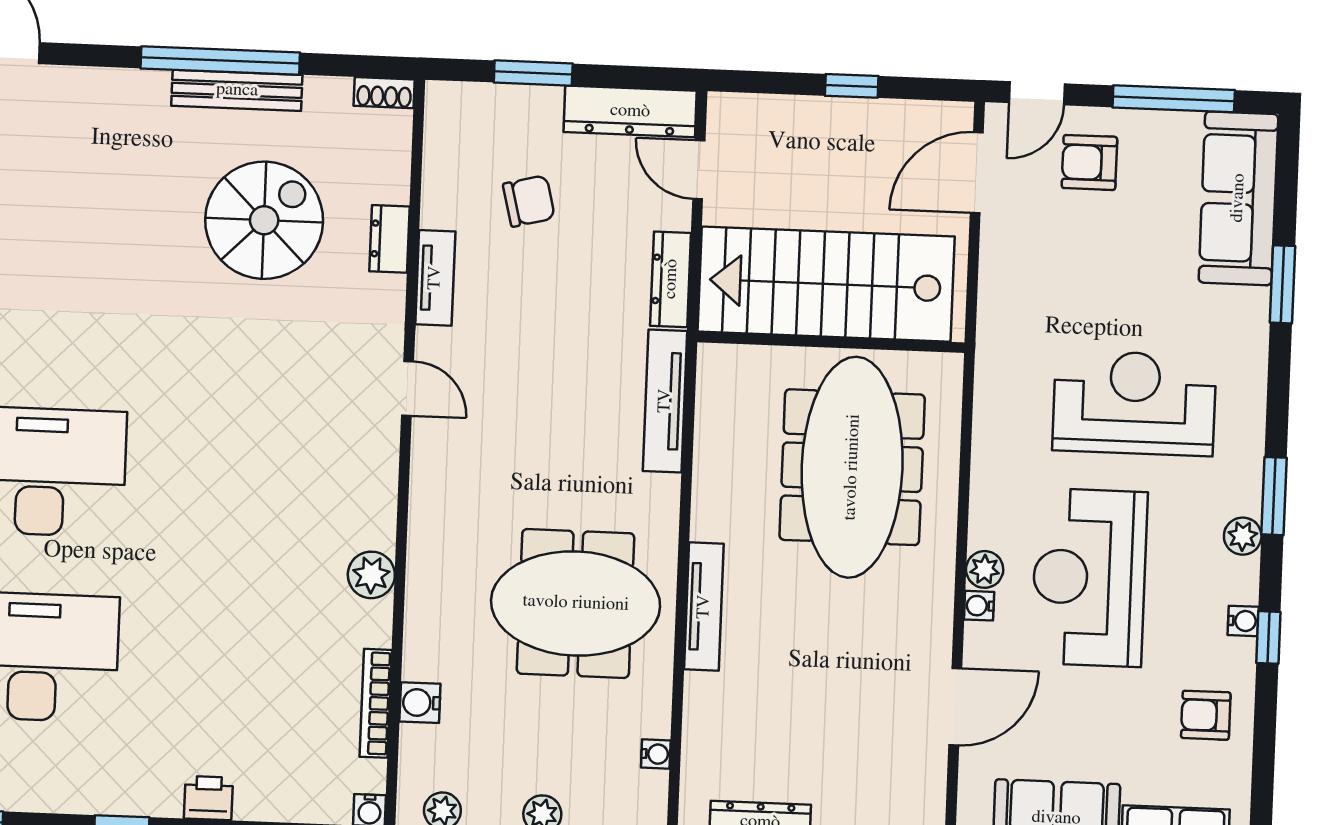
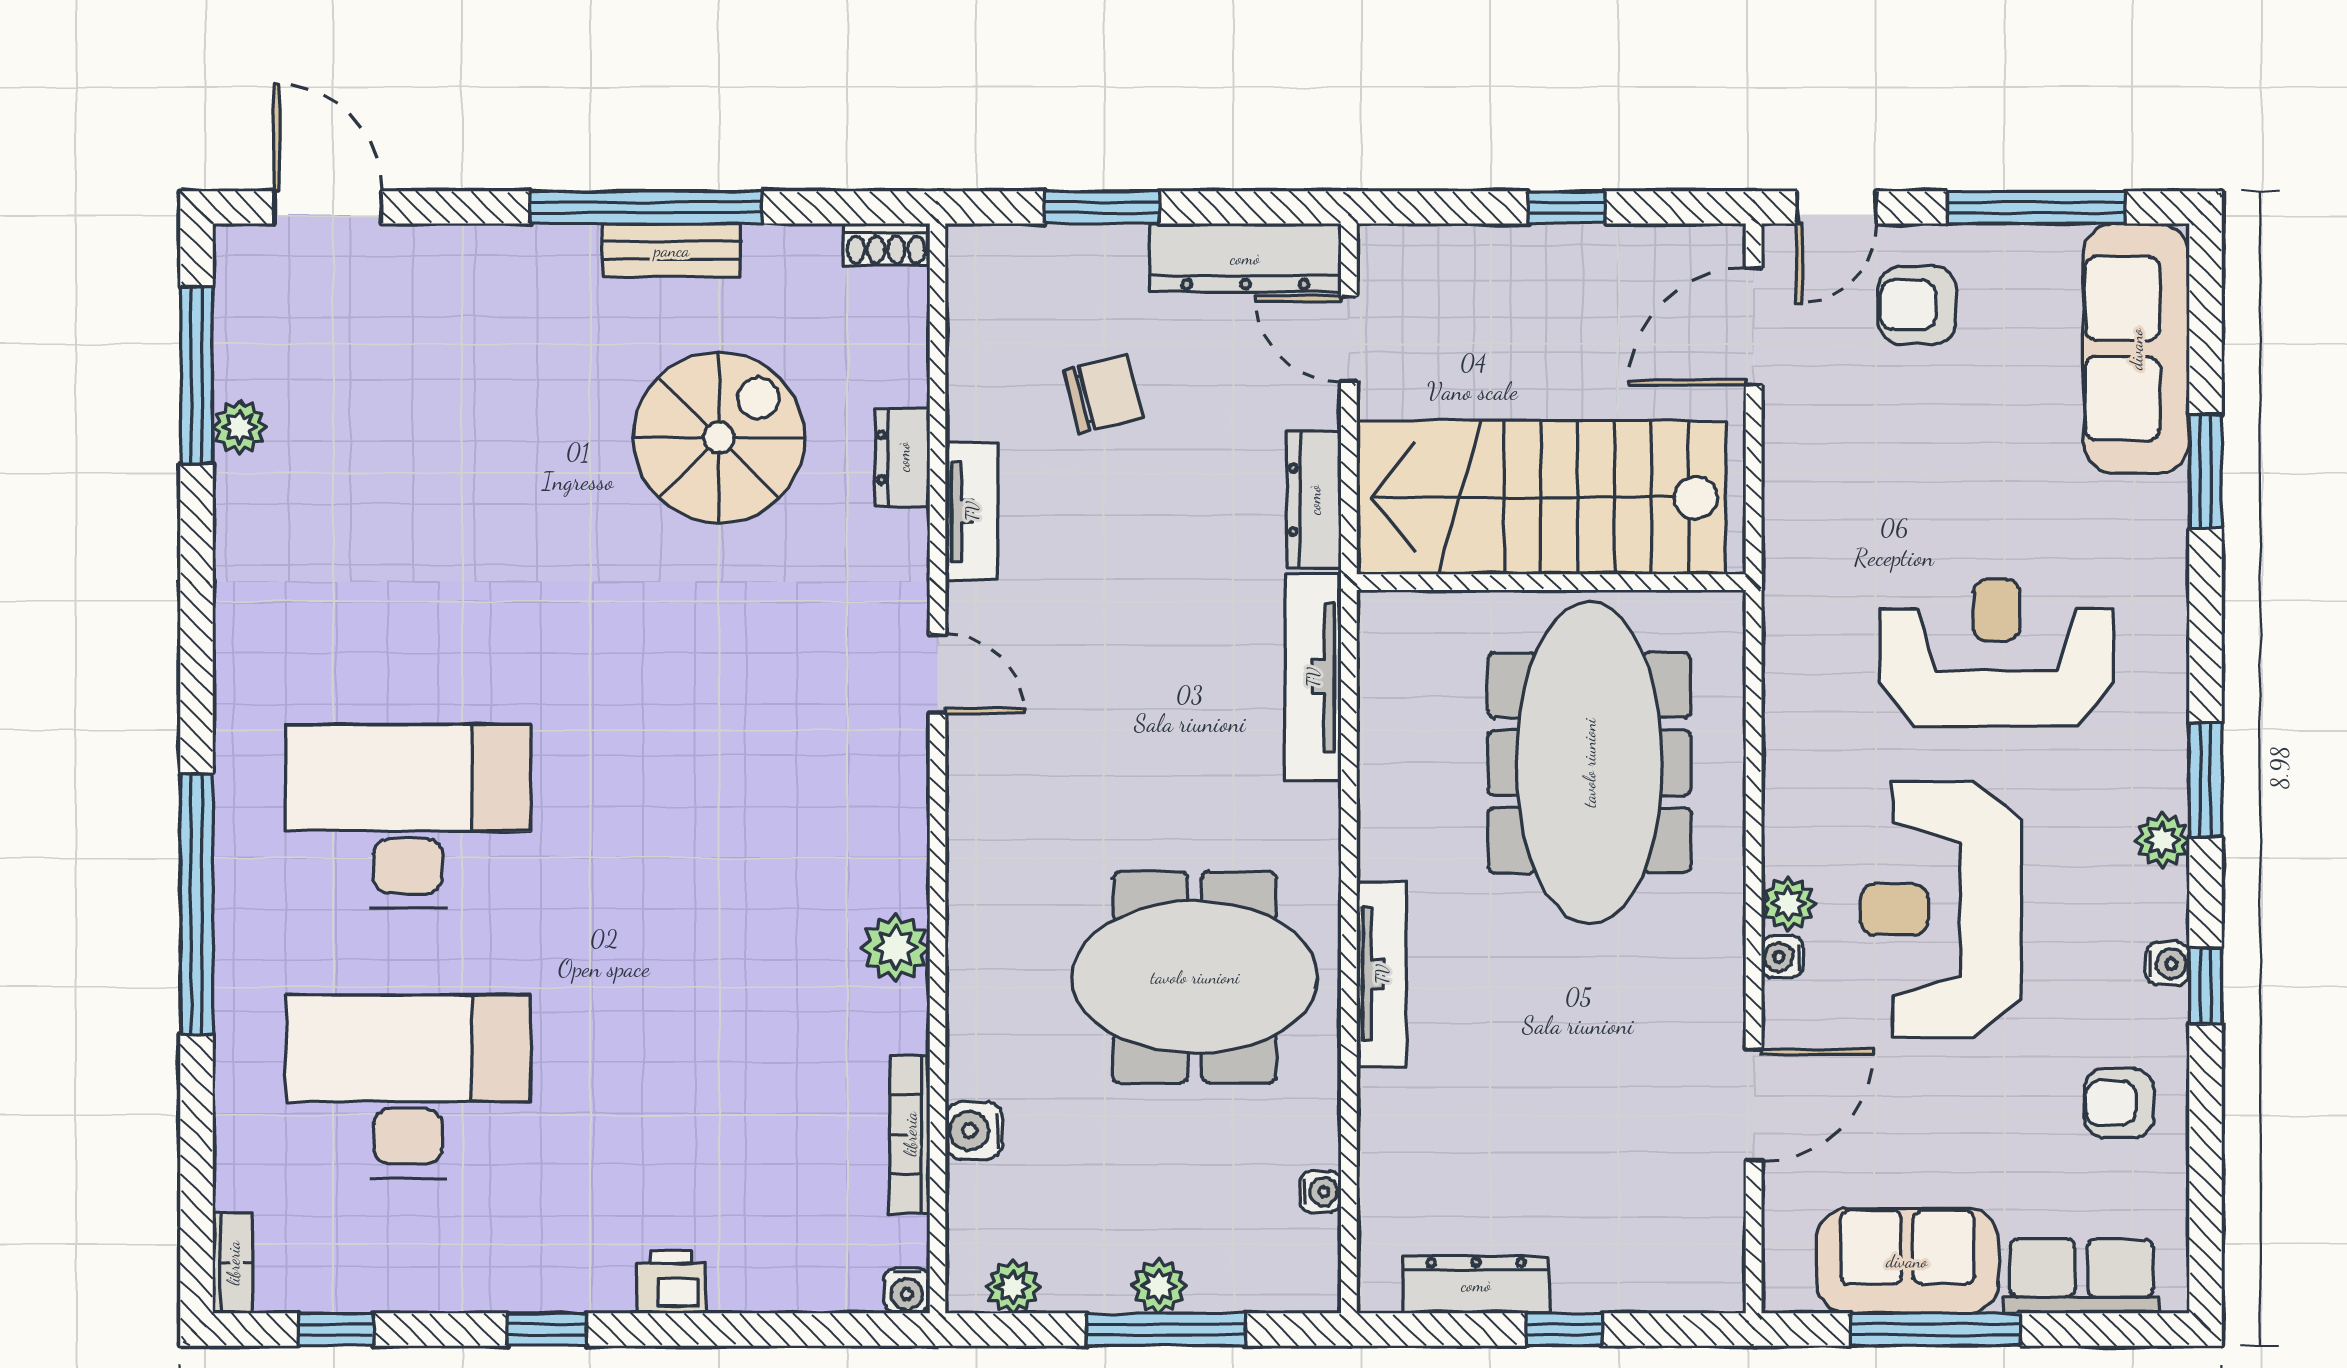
bench: (237, 90) -> (672, 250), width x0.73

